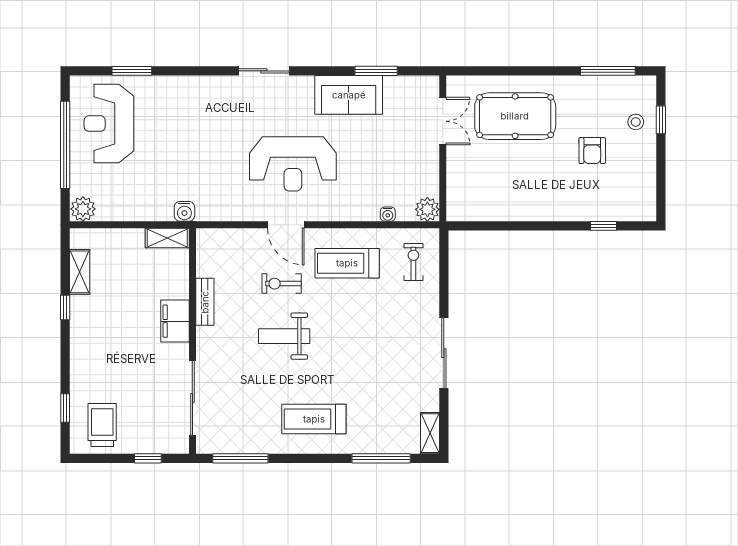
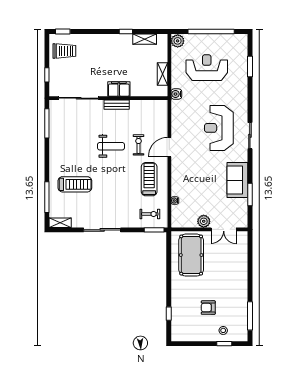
pool table: (515, 116) -> (191, 255), moved
reception desk: (109, 124) -> (207, 68), moved
reception desk: (293, 164) -> (219, 128), moved
plant: (427, 209) -> (204, 221), moved
shelving: (167, 238) -> (162, 74), moved
window: (444, 254) -> (154, 230), added
bench: (205, 302) -> (117, 105), moved
weight bench: (284, 336) -> (111, 146), turned 90
window: (65, 408) -> (63, 32), moved
treadmill: (314, 419) -> (75, 184), moved, turned 90

